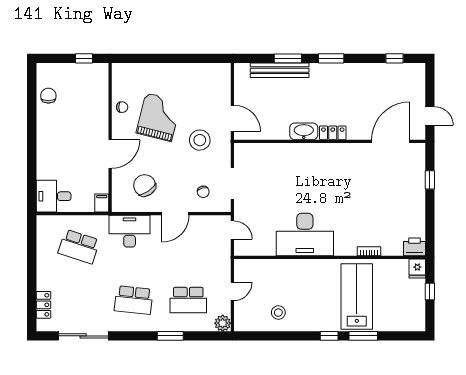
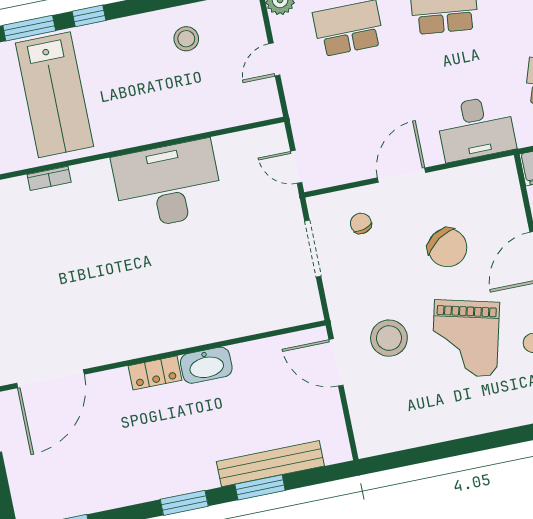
stool: (200, 140) -> (389, 338), moved
chair: (145, 185) -> (447, 248), moved

